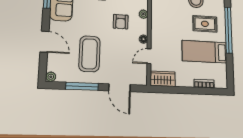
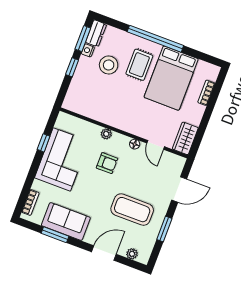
bed: (205, 52) -> (171, 78), width x1.50
plant: (51, 77) -> (132, 254), moved
window: (82, 86) -> (164, 229), width x0.69

